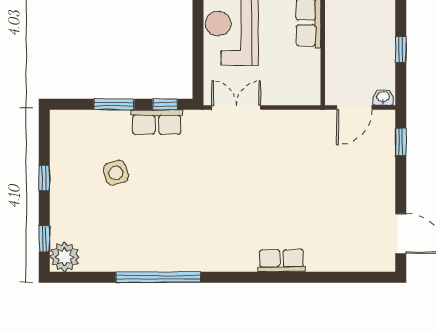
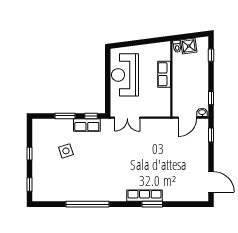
window: (401, 49) -> (211, 98), moved
double door: (236, 107) -> (127, 118), swing flipped
plant: (65, 257) -> (40, 194), removed
row of seats: (281, 261) -> (145, 196), width x1.48
window: (285, 277) -> (152, 204), added

